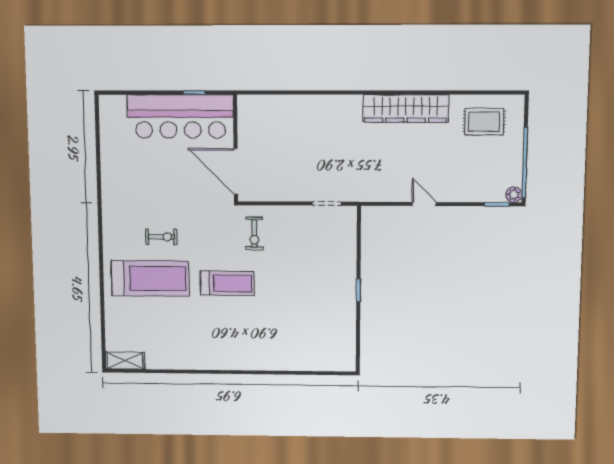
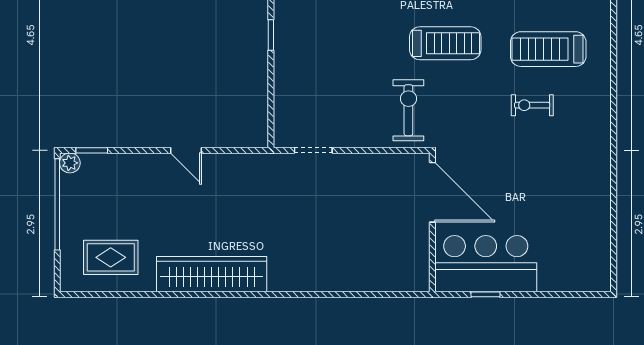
bar counter: (180, 116) -> (486, 264), width x0.73
exercise bike: (254, 234) -> (408, 110), width x1.38, depth x1.39
treadmill: (150, 278) -> (548, 49), width x0.73, depth x0.73
treadmill: (227, 283) -> (445, 43), turned 180

